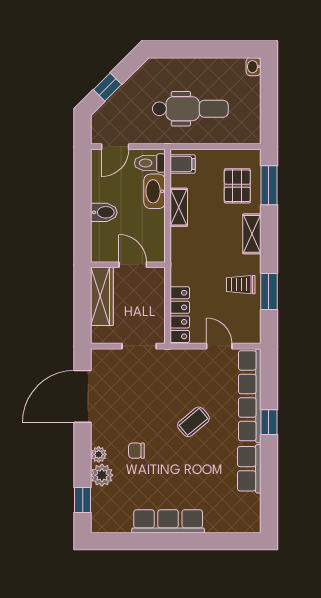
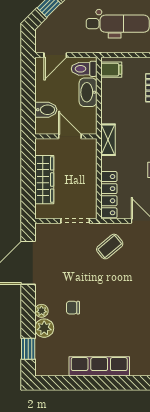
shelving: (179, 207) -> (108, 140), moved
wall: (128, 265) -> (66, 136), moved
door: (133, 265) -> (70, 136), moved
coffee table: (193, 422) -> (110, 247), moved

